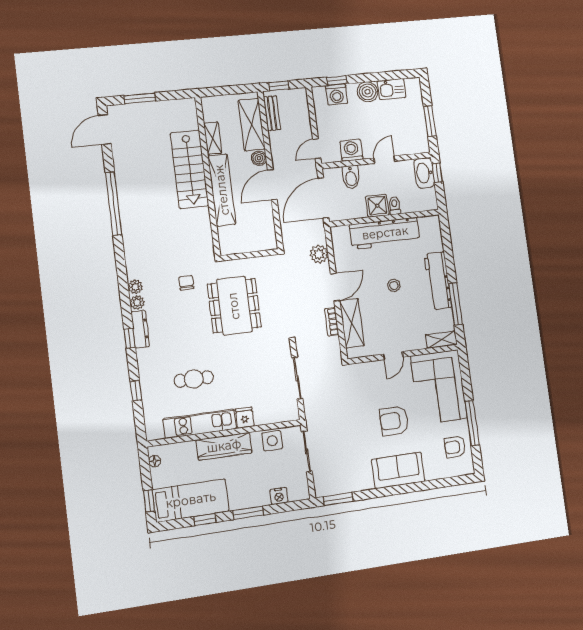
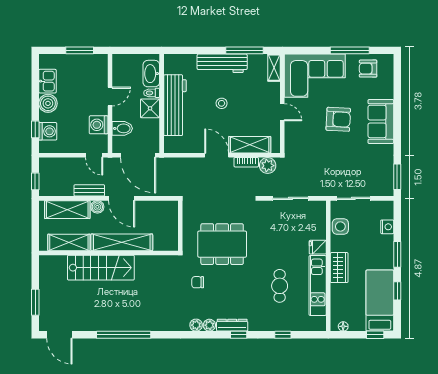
bench: (272, 113) -> (89, 190), moved
shelving: (213, 138) -> (69, 242), width x1.50, depth x1.33
door: (384, 160) -> (110, 96), swing flipped
washbasin: (424, 173) -> (151, 74), moved, turned 90
window: (437, 173) -> (126, 50), removed
plant: (319, 254) -> (268, 166), moved
armchair: (394, 421) -> (338, 119), turned -87
wardrobe: (224, 446) -> (339, 268), width x0.67
armchair: (455, 447) -> (368, 69), turned 90

